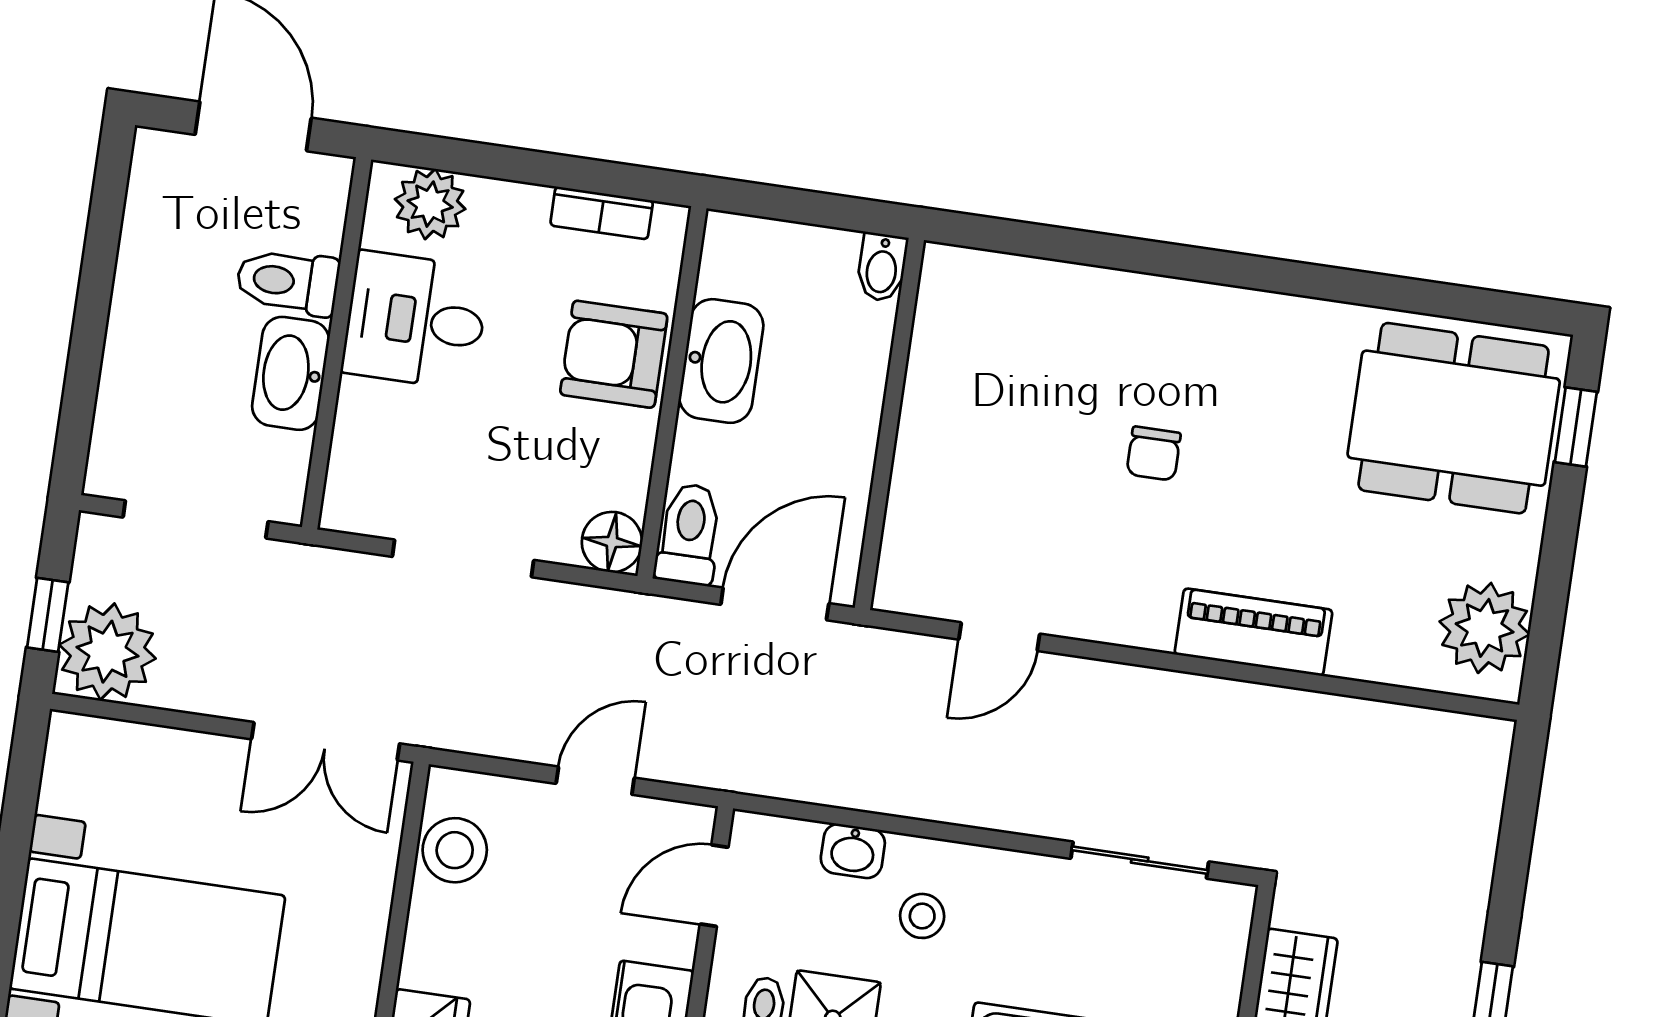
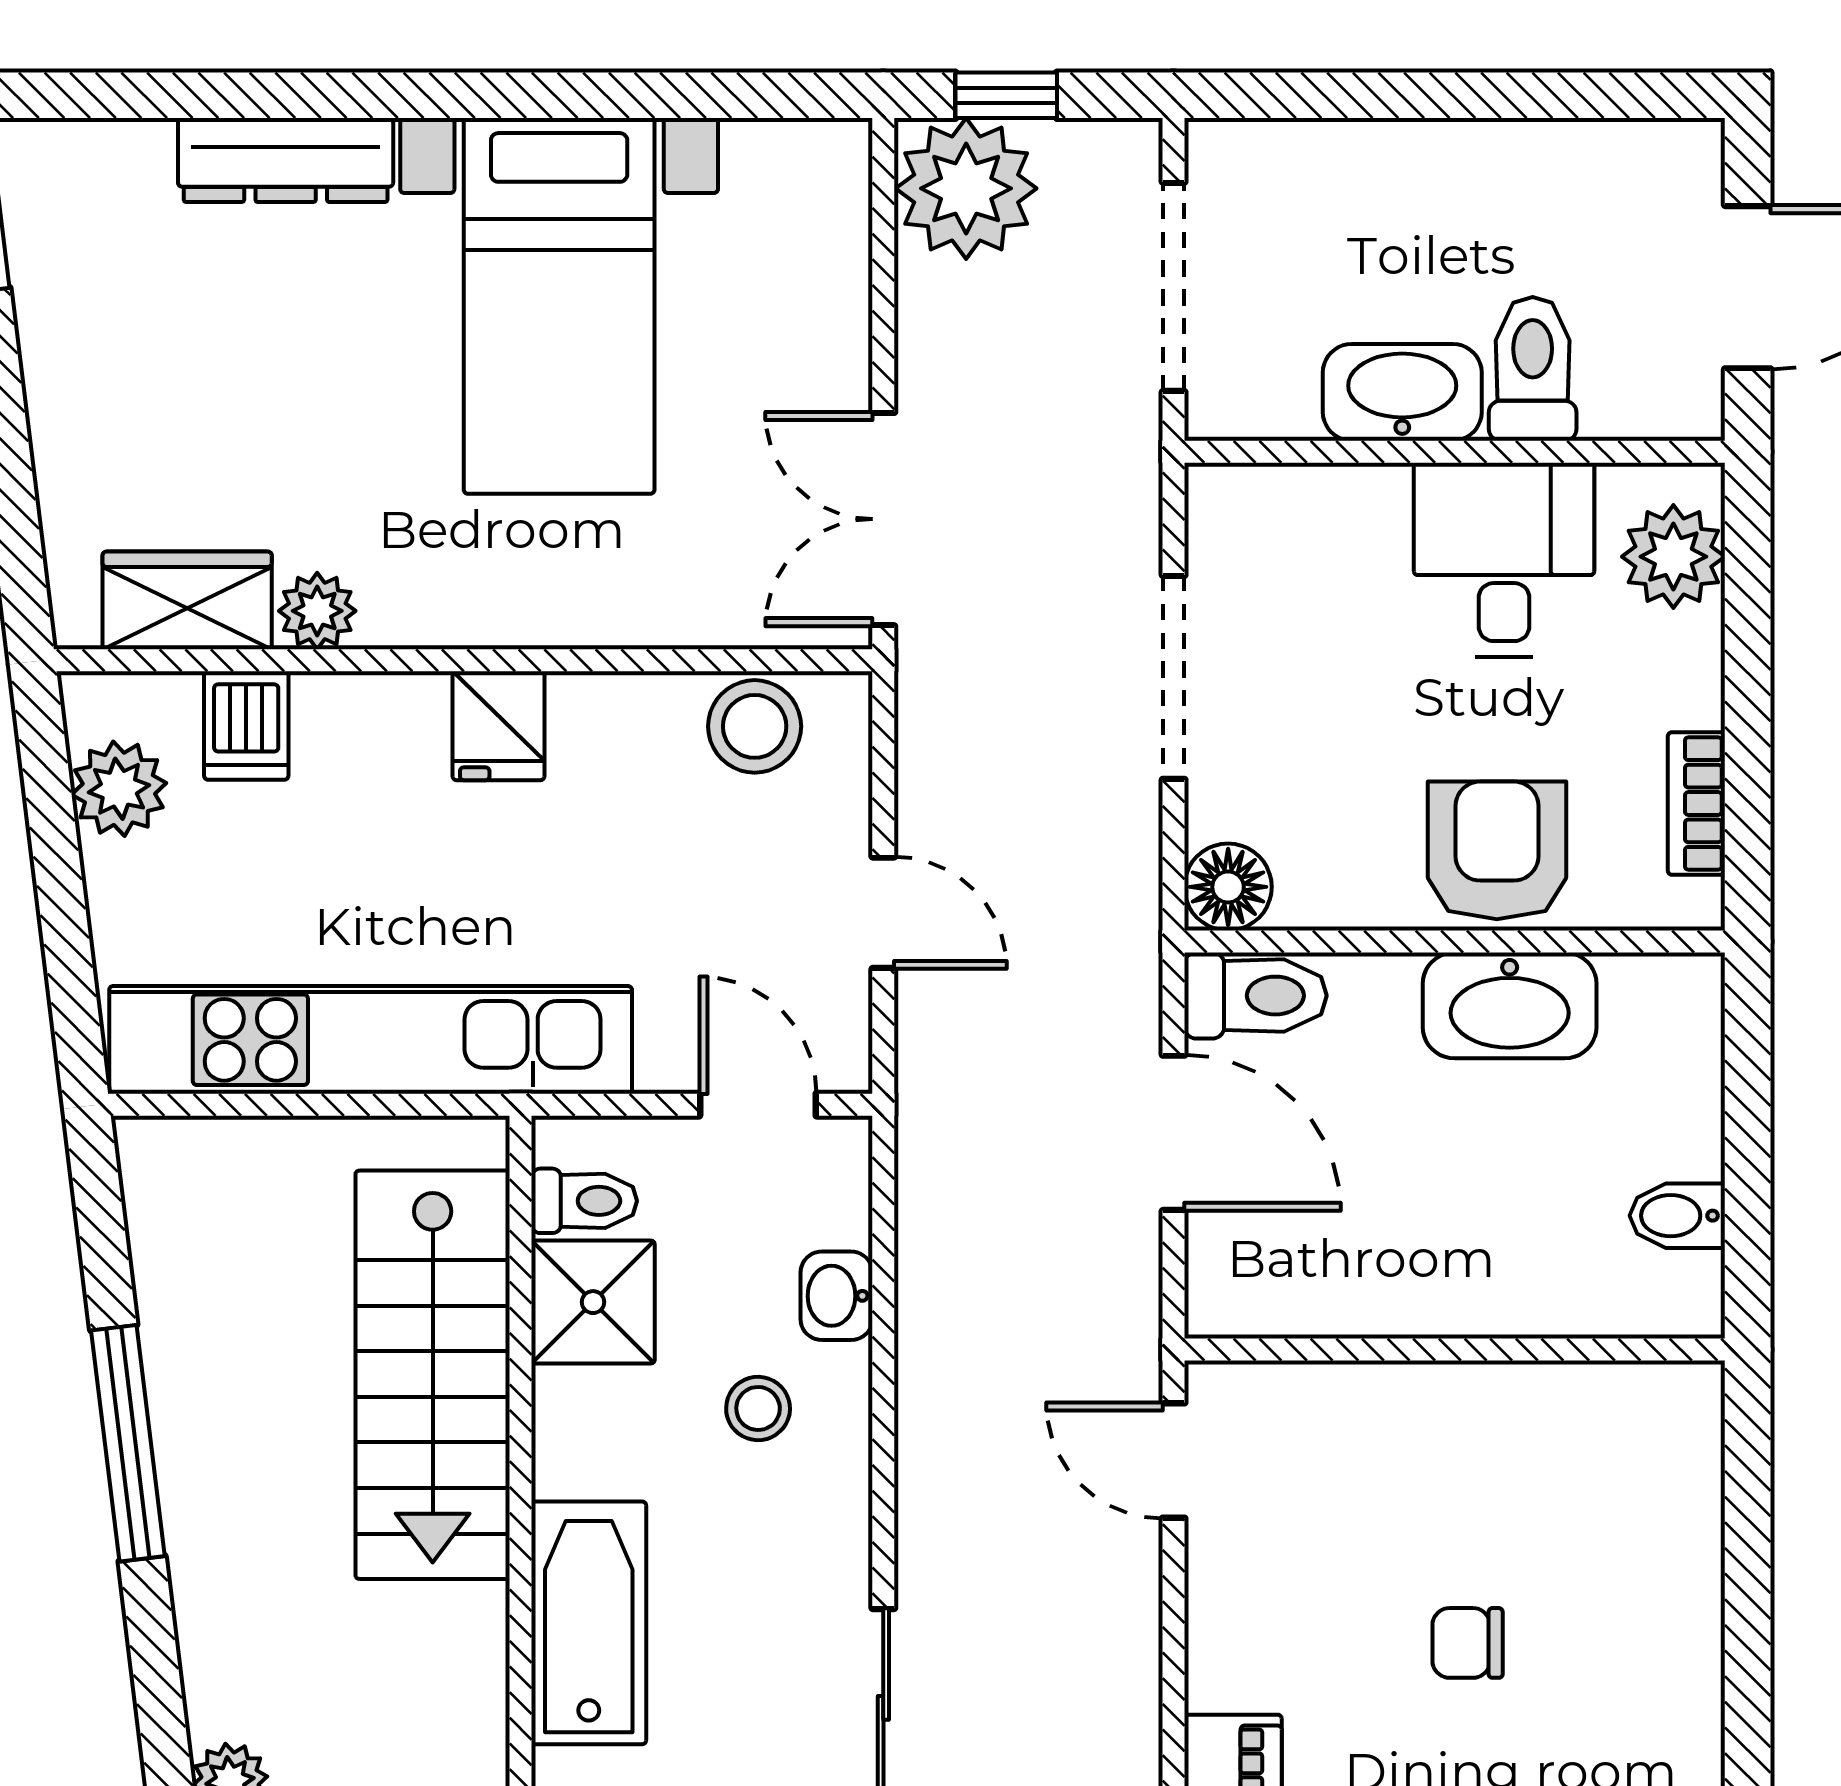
wall: (889, 424) -> (1455, 1350), moved

